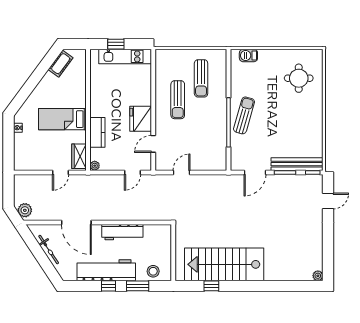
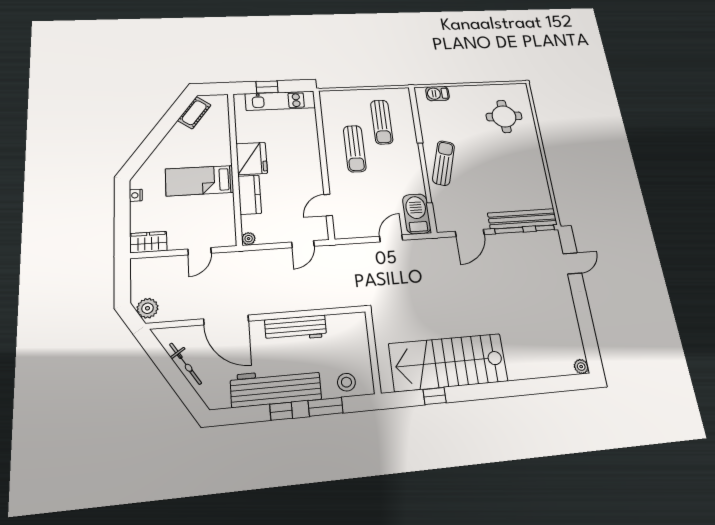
fridge: (141, 119) -> (252, 159), moved, turned 180
barbecue: (218, 155) -> (417, 214), added
wardrobe: (79, 156) -> (148, 242), moved, turned 90
door: (182, 172) -> (391, 238), moved

